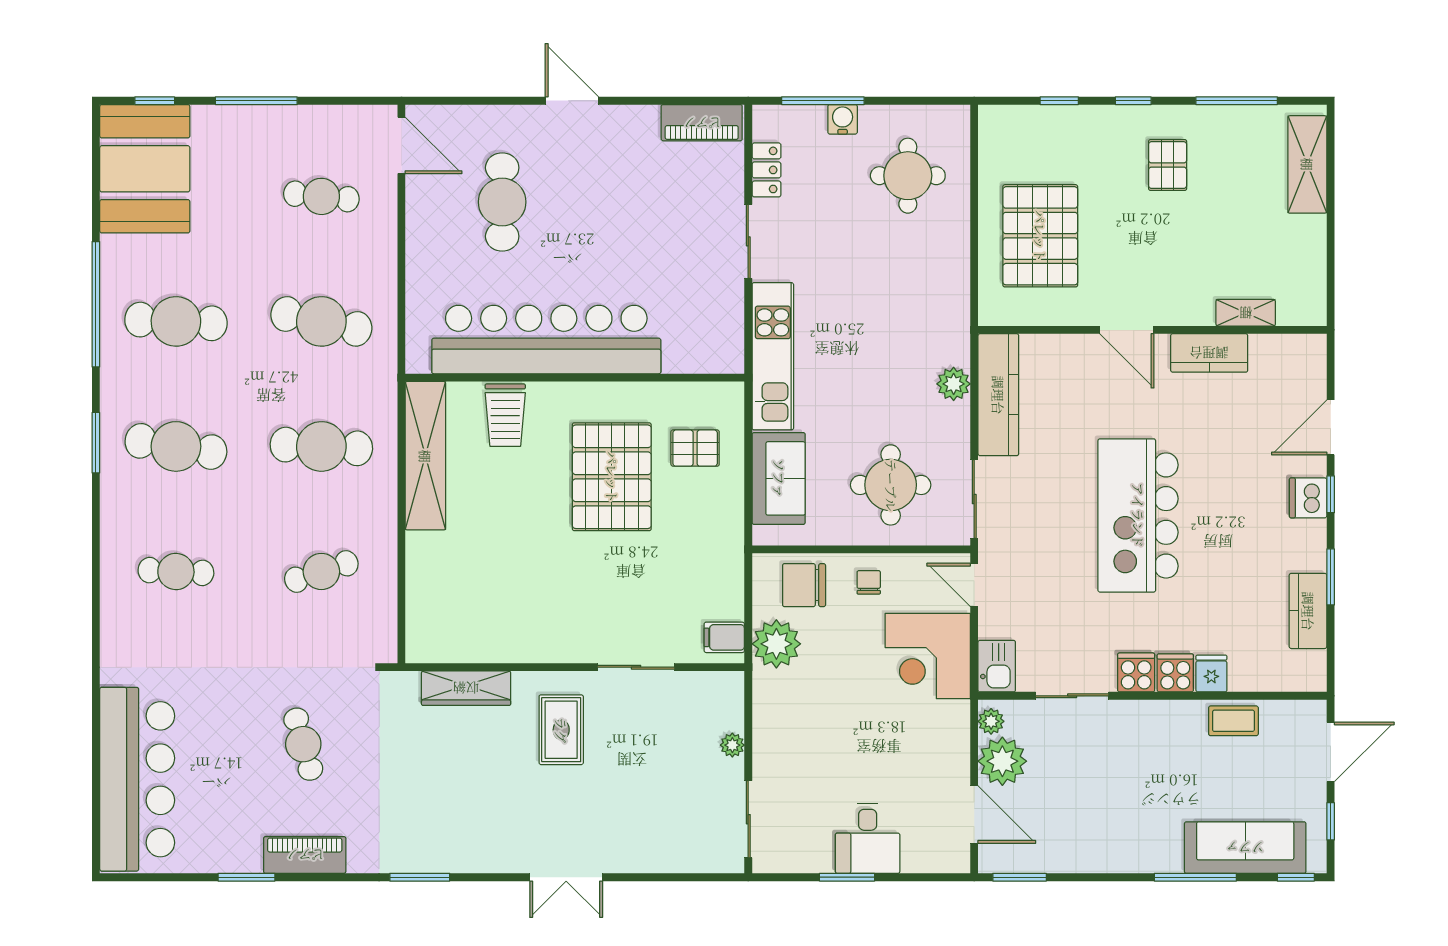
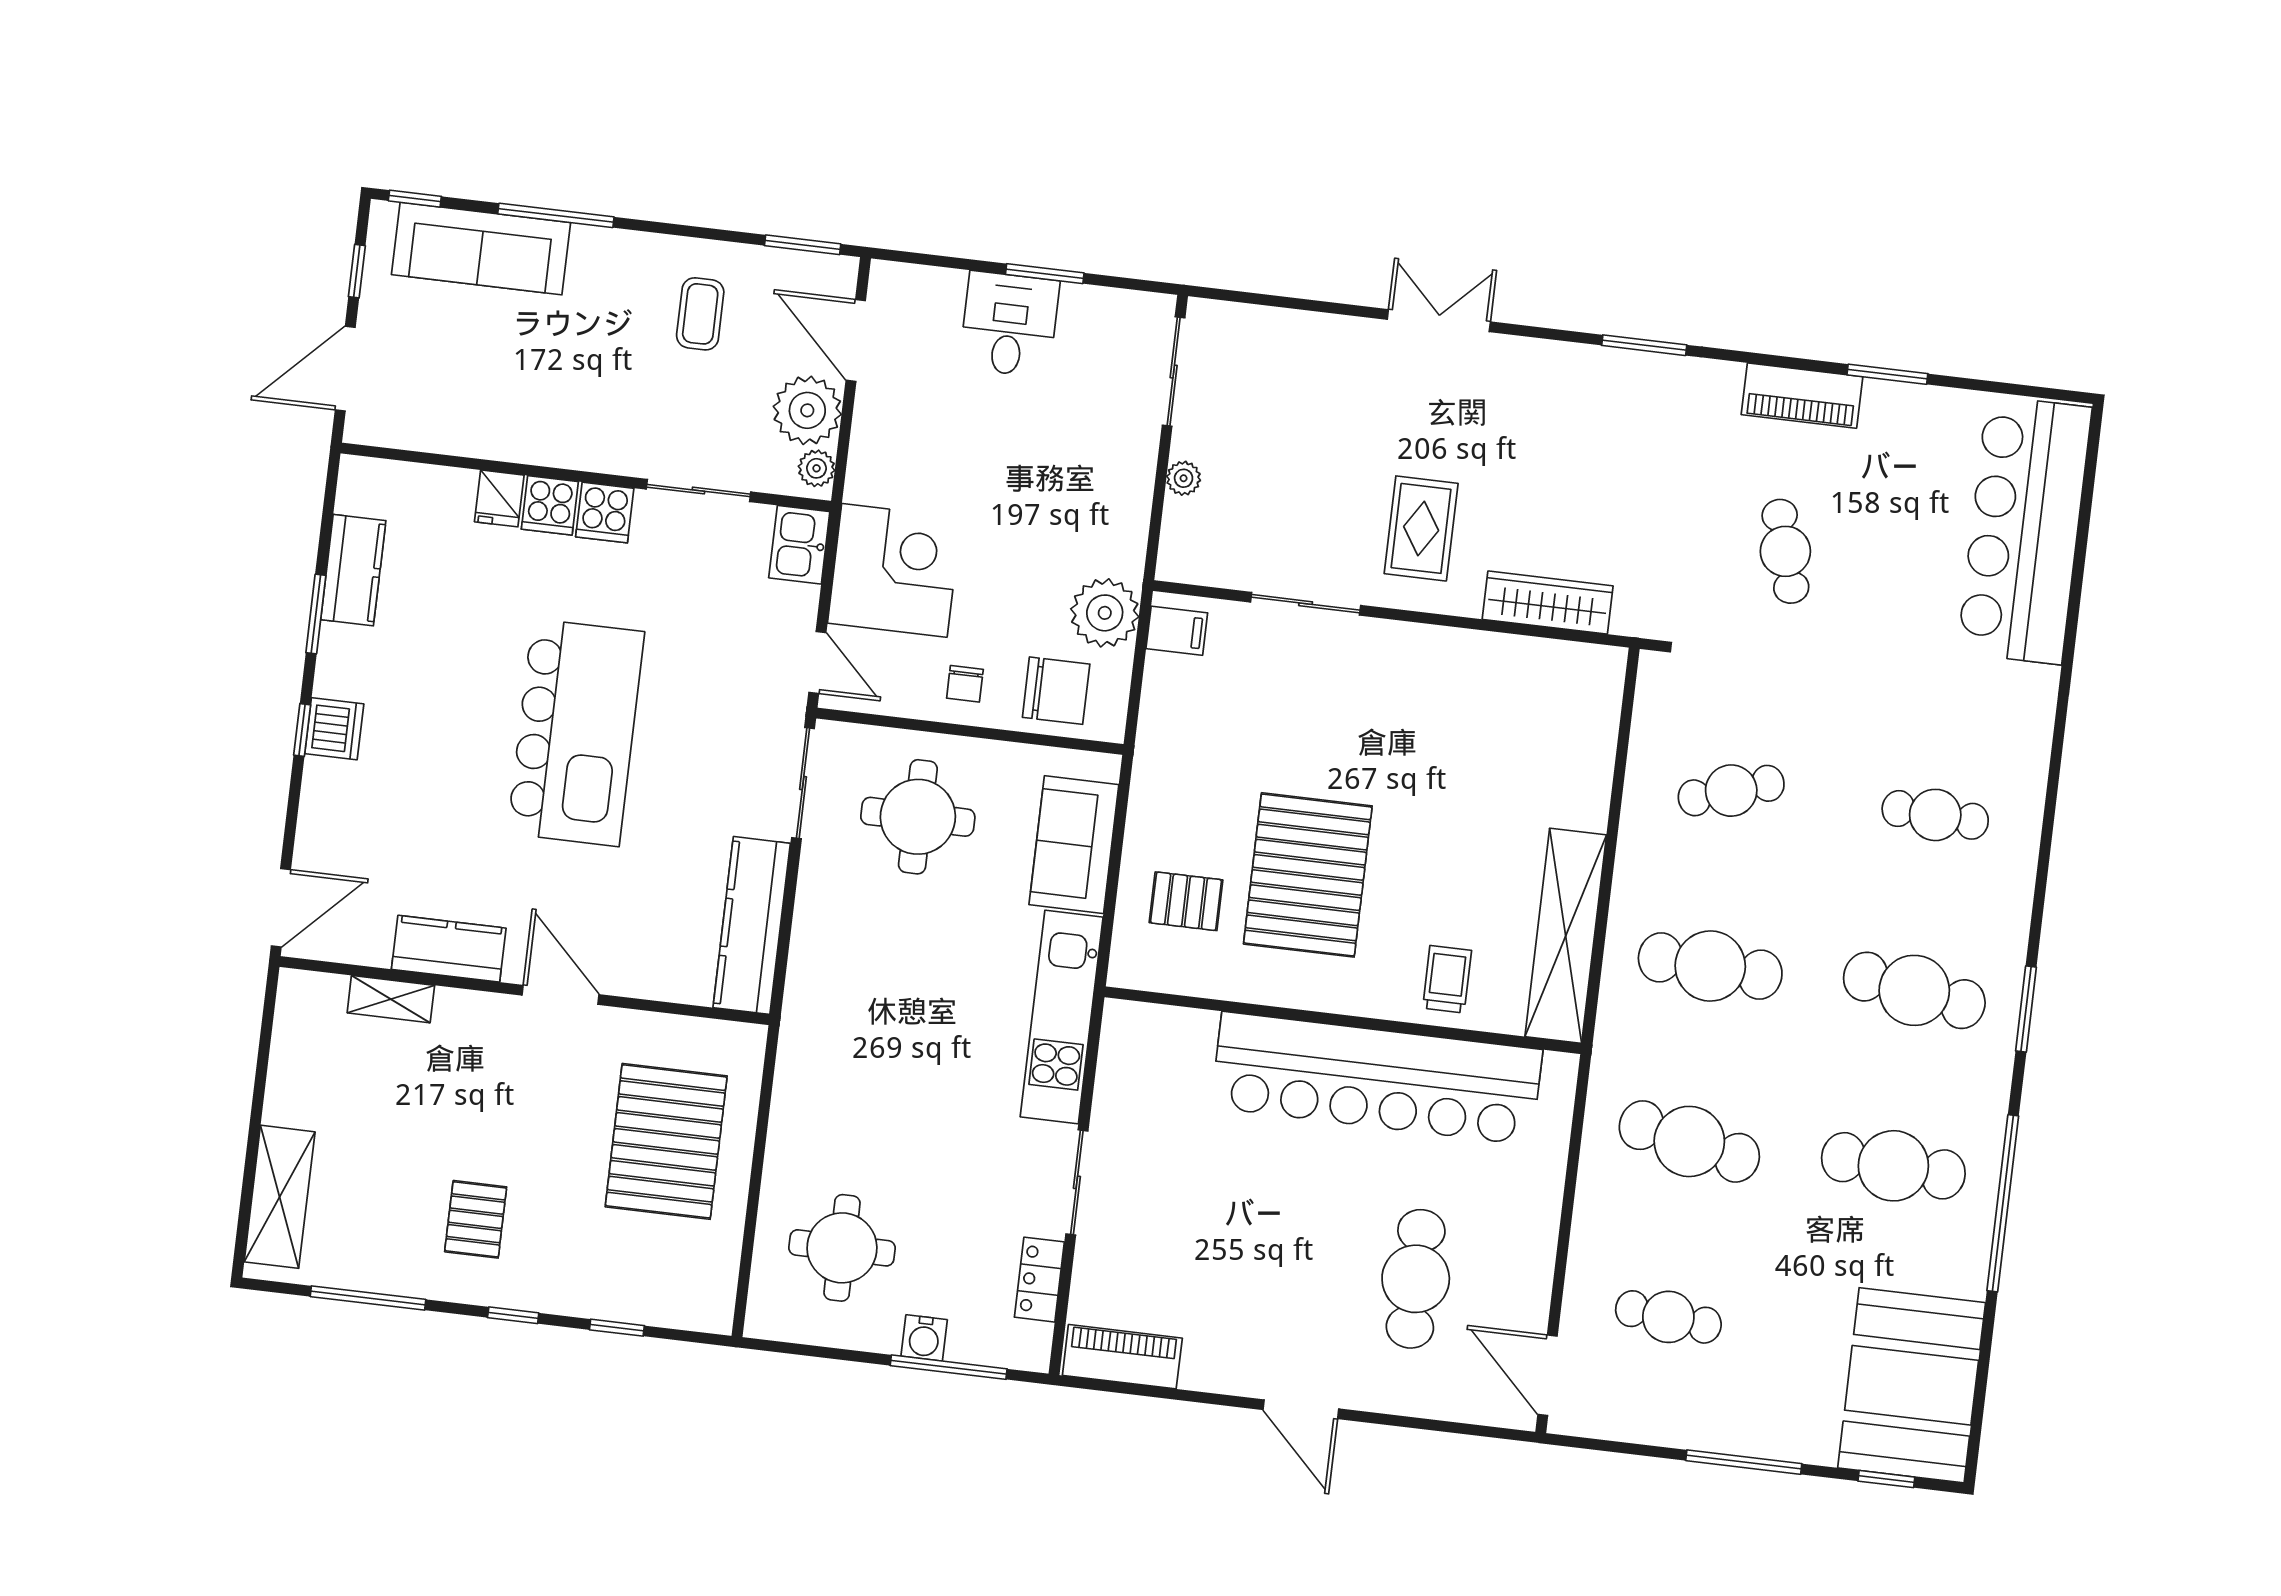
plant: (954, 384) -> (813, 948), removed
trolley: (505, 415) -> (1447, 979), width x0.73, depth x0.72
door: (1331, 427) -> (281, 908), moved
coffee table: (1233, 721) -> (700, 314), moved, turned 90

